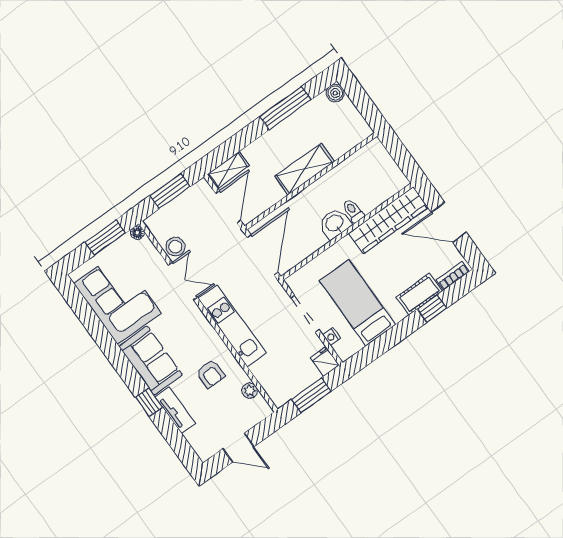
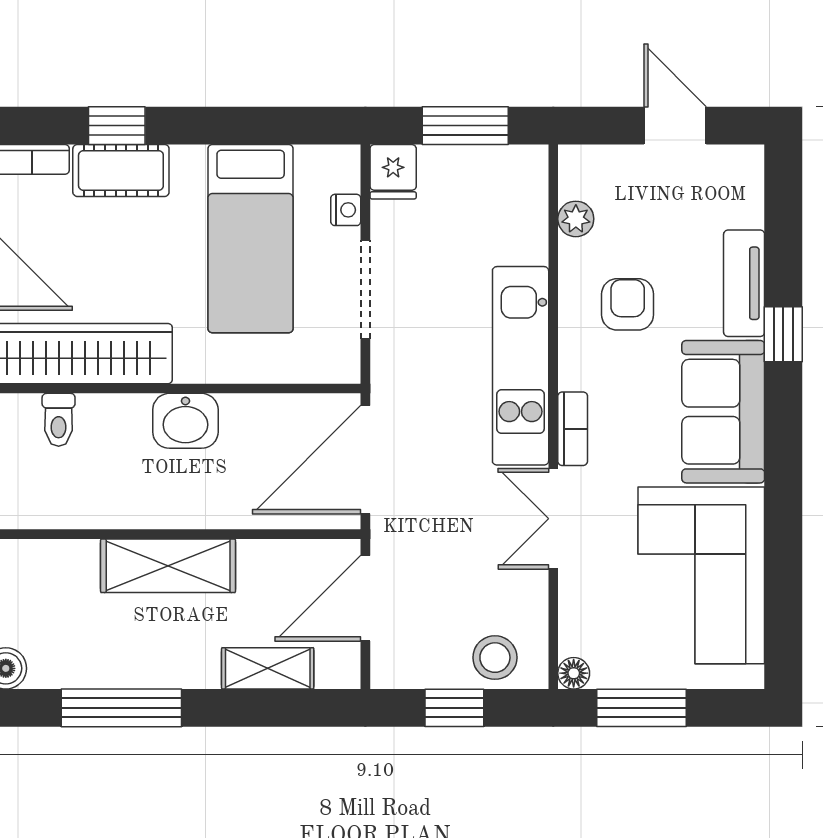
shelving: (228, 170) -> (268, 668), moved
window: (170, 191) -> (454, 708), width x0.67
toilet: (353, 211) -> (59, 420), moved
stool: (175, 247) -> (495, 658), moved
bookcase: (199, 317) -> (573, 429), added

